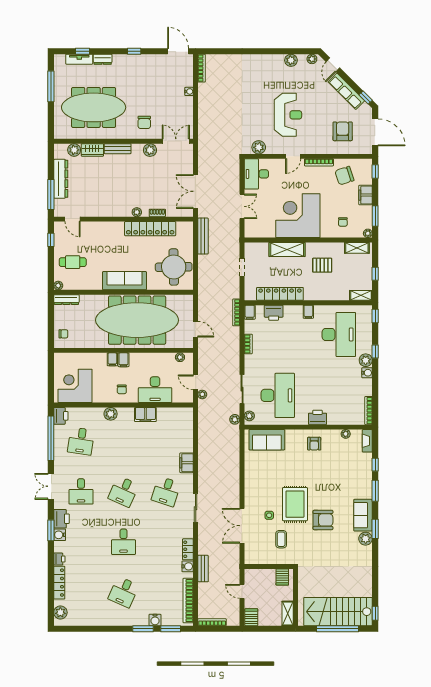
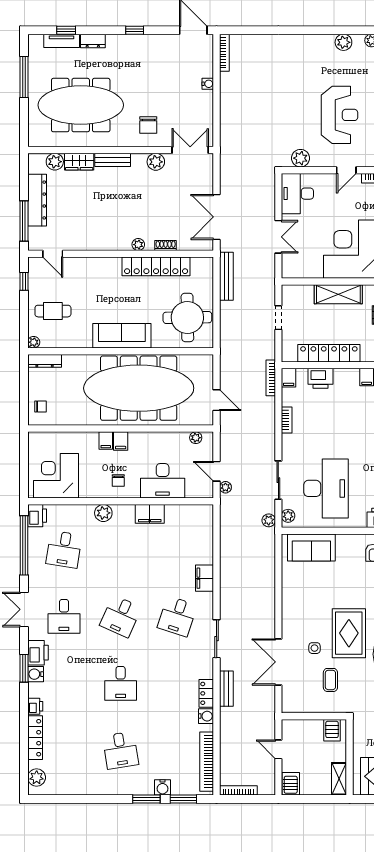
bench: (203, 569) -> (226, 689), moved
desk: (124, 592) -> (121, 750), turned -33

